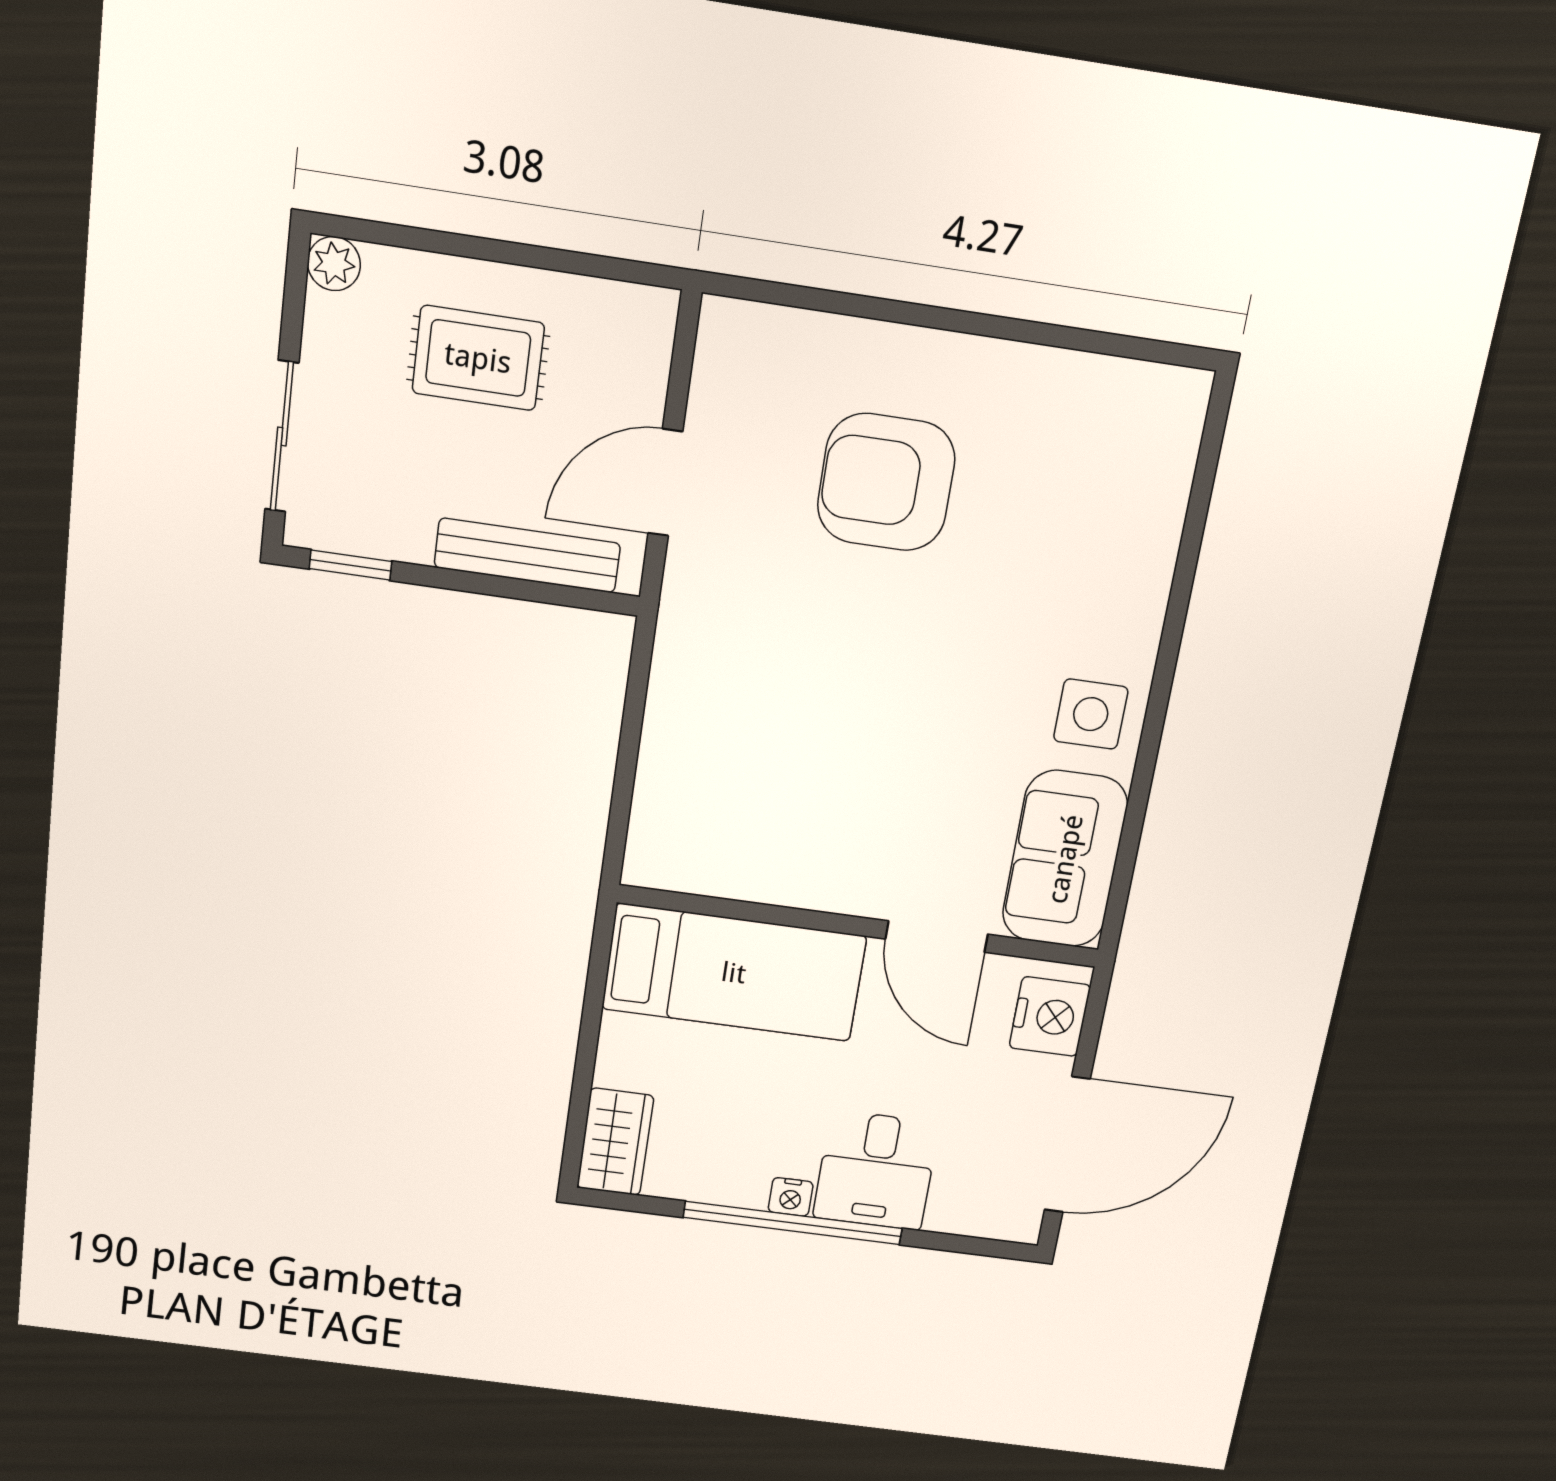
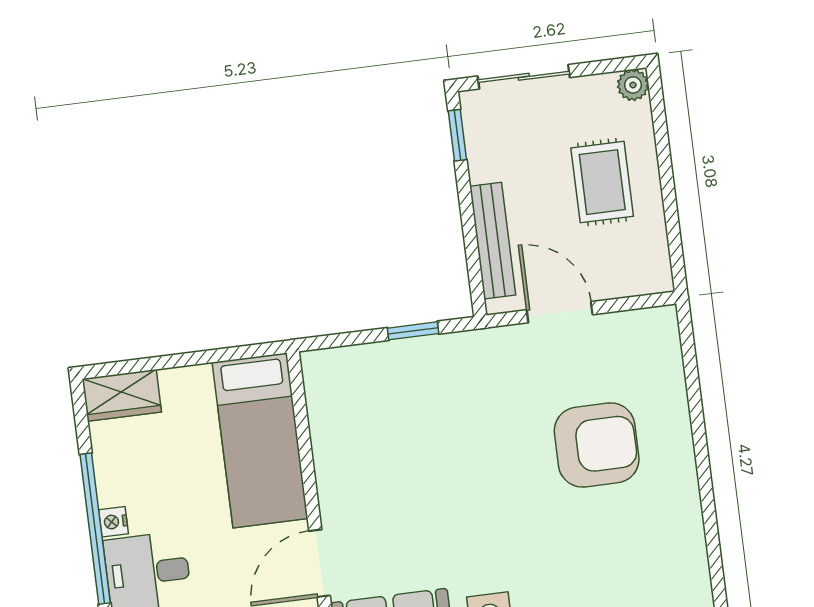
armchair: (886, 482) -> (597, 445), turned 90
window: (634, 713) -> (413, 331), added

